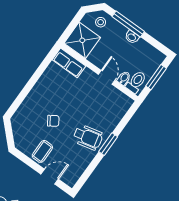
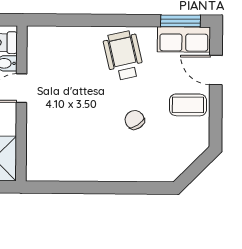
row of seats: (69, 63) -> (184, 39), moved, turned 90
window: (108, 144) -> (181, 21), moved

